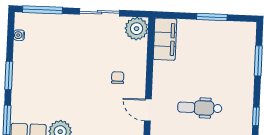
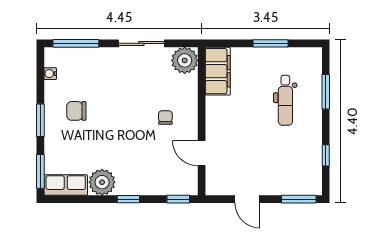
chair: (40, 69) -> (76, 111), added
dental chair: (200, 108) -> (285, 100), moved, turned -90

